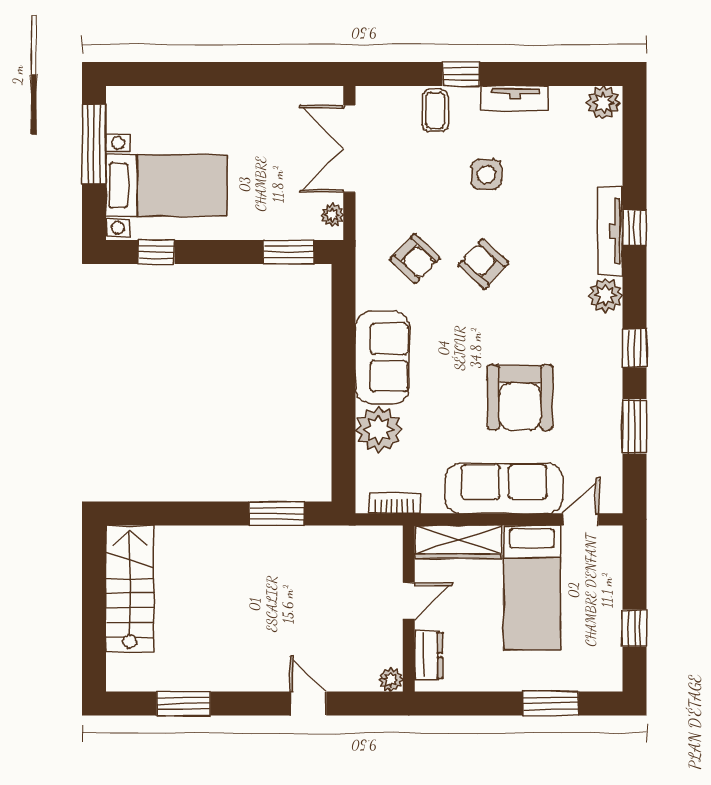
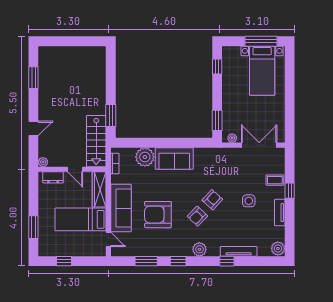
bed with nightstands: (166, 185) -> (262, 71), moved
tv unit: (610, 231) -> (239, 251), moved
armchair: (415, 259) -> (197, 216), moved
stairs: (130, 588) -> (96, 141), moved, turned 90

